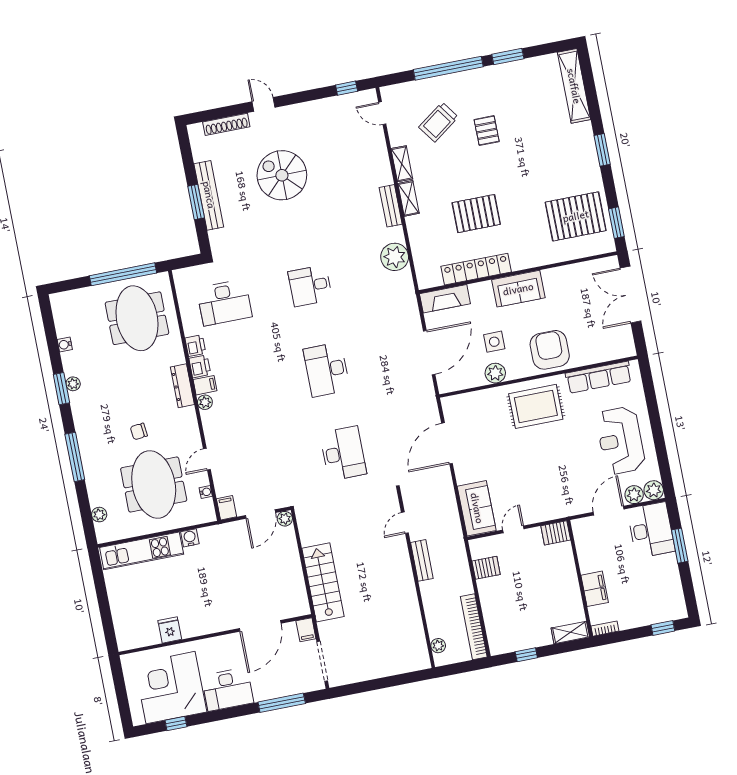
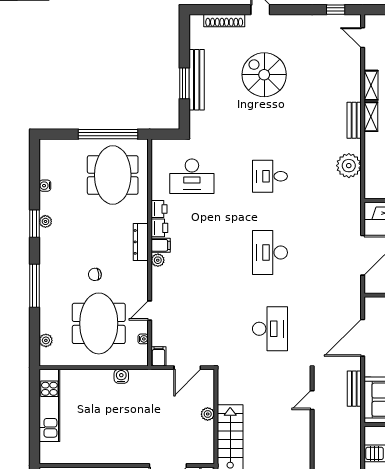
plant: (285, 519) -> (208, 414), moved
kitchen unit: (142, 551) -> (49, 405), moved, turned -90
bench: (422, 560) -> (354, 389), moved
fridge: (170, 630) -> (88, 453), removed

